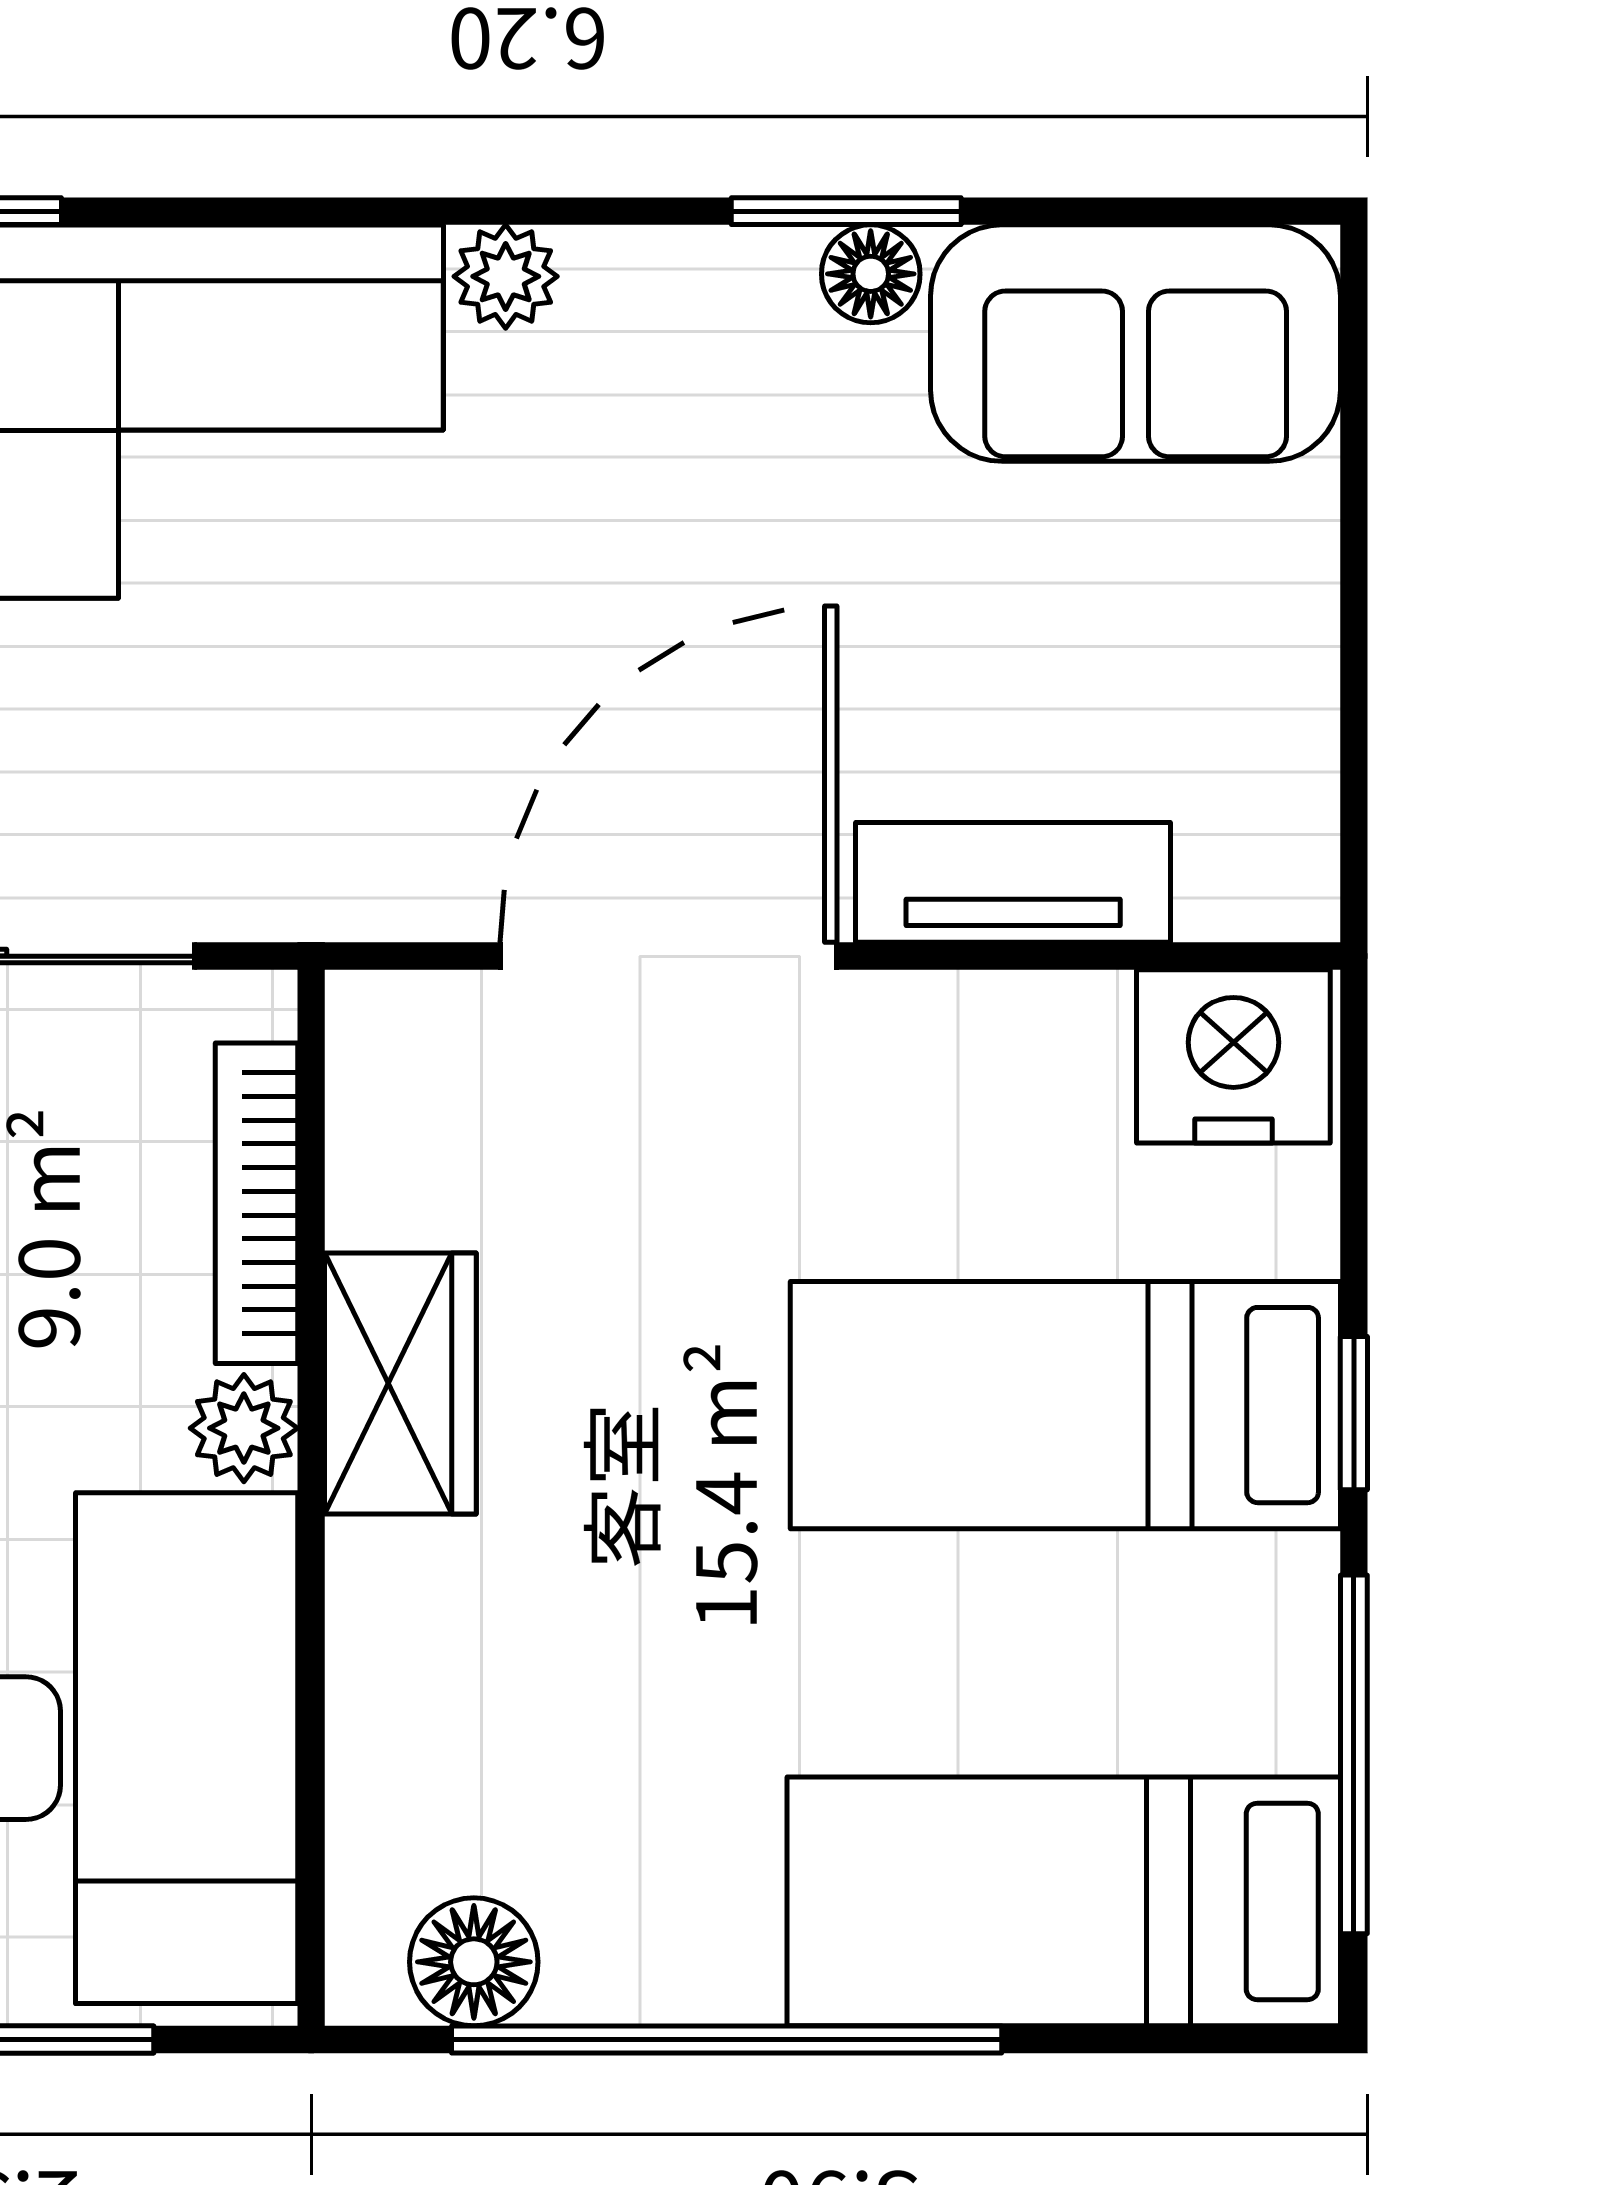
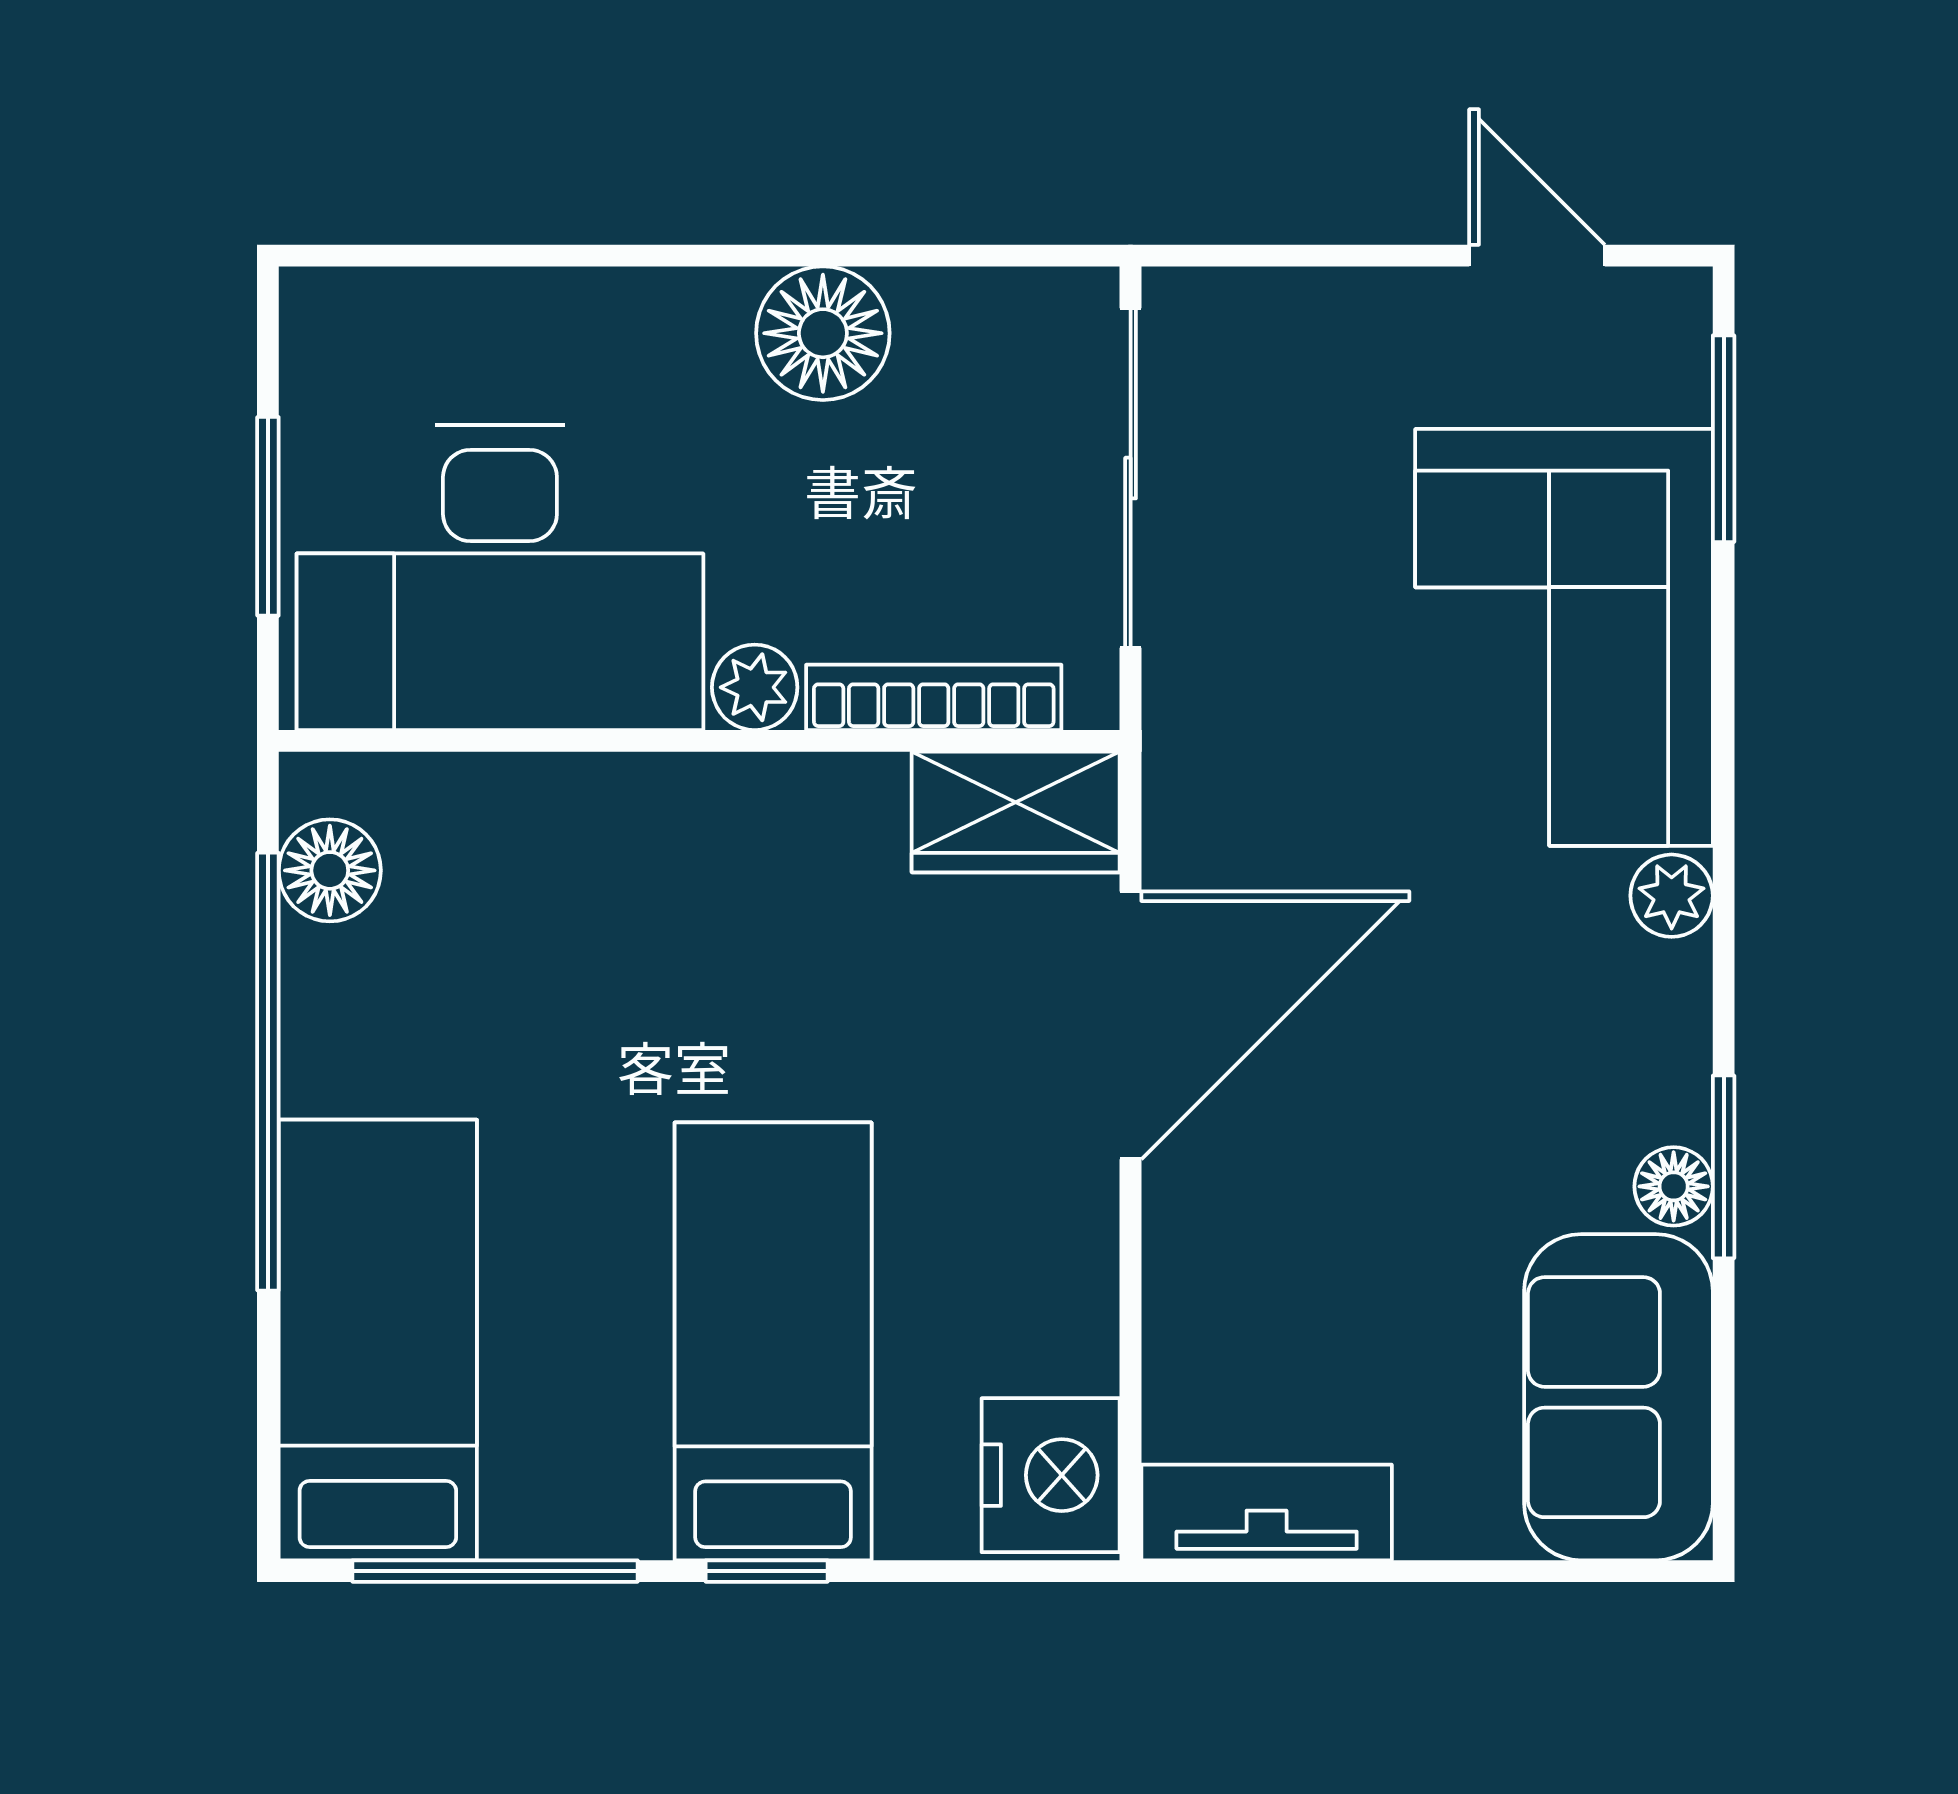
tv unit: (1013, 882) -> (1267, 1512), moved, turned -90
door: (669, 956) -> (1131, 1025), hinge flipped
wardrobe: (400, 1384) -> (1016, 812), moved

